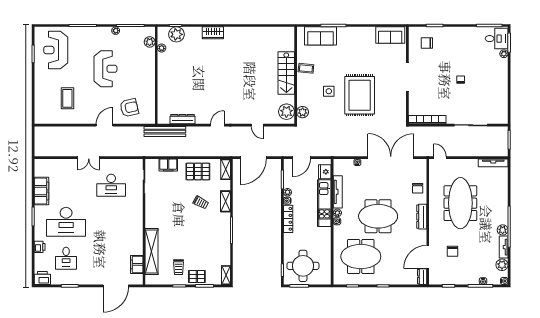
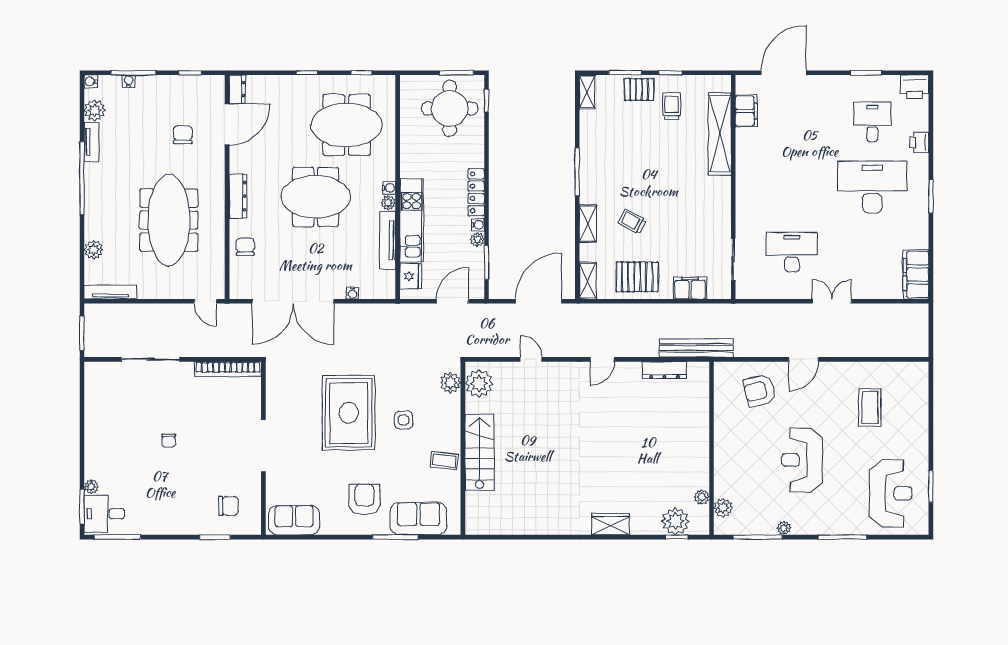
armchair: (351, 47) -> (364, 499), added
filing cabinet: (42, 191) -> (916, 274), moved
plant: (503, 230) -> (93, 250), moved

